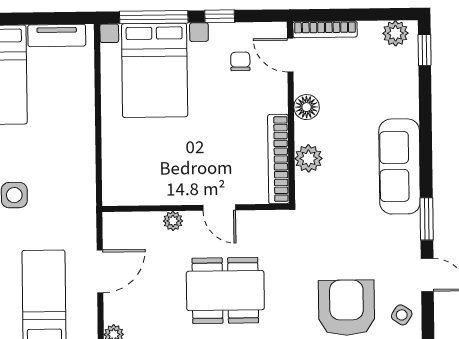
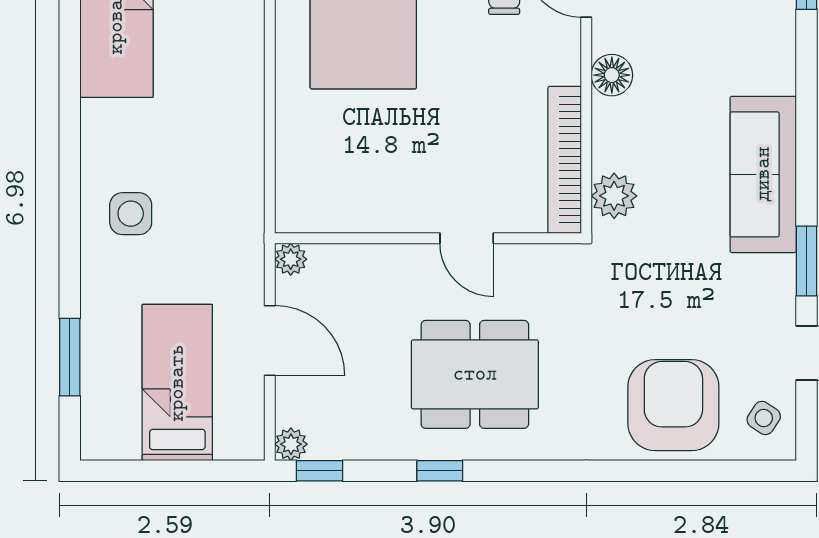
plant: (309, 158) -> (614, 196), moved
plant: (173, 221) -> (291, 259), moved
door: (100, 271) -> (270, 341), hinge flipped

